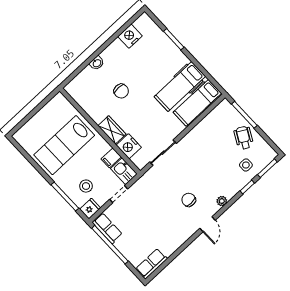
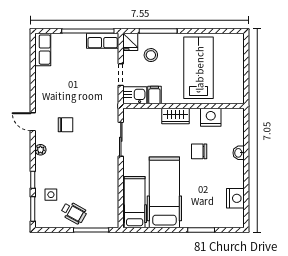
hospital bed: (180, 87) -> (164, 192), width x1.37, depth x1.29
nightstand: (129, 146) -> (211, 117), moved

